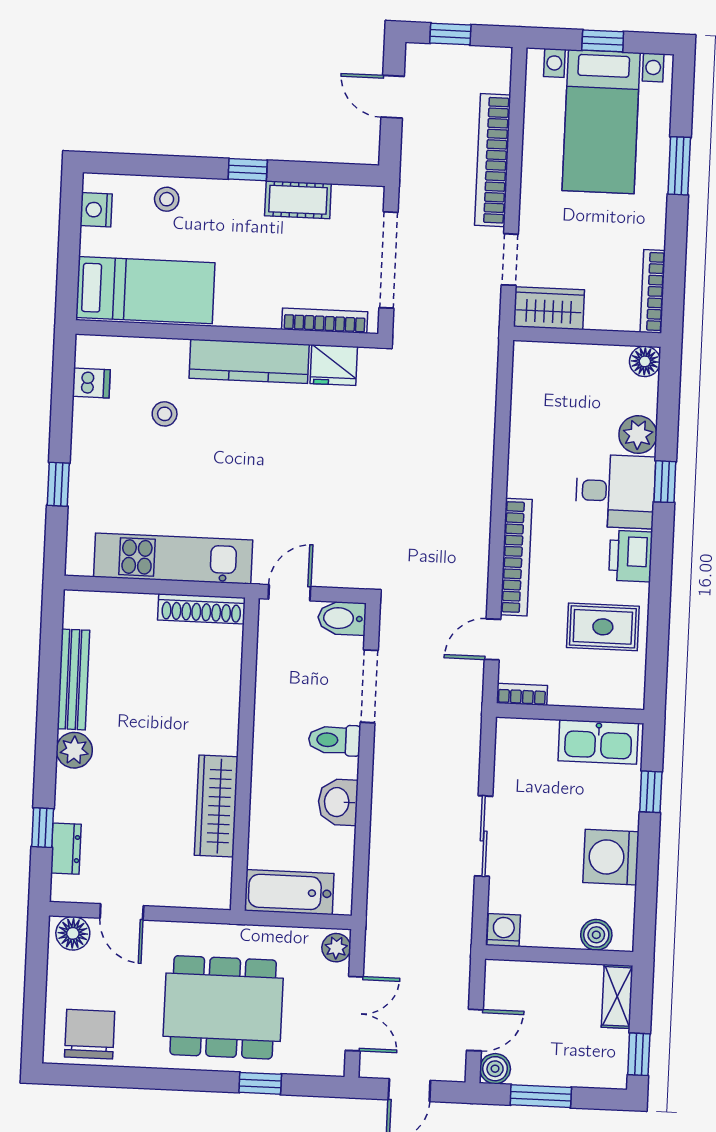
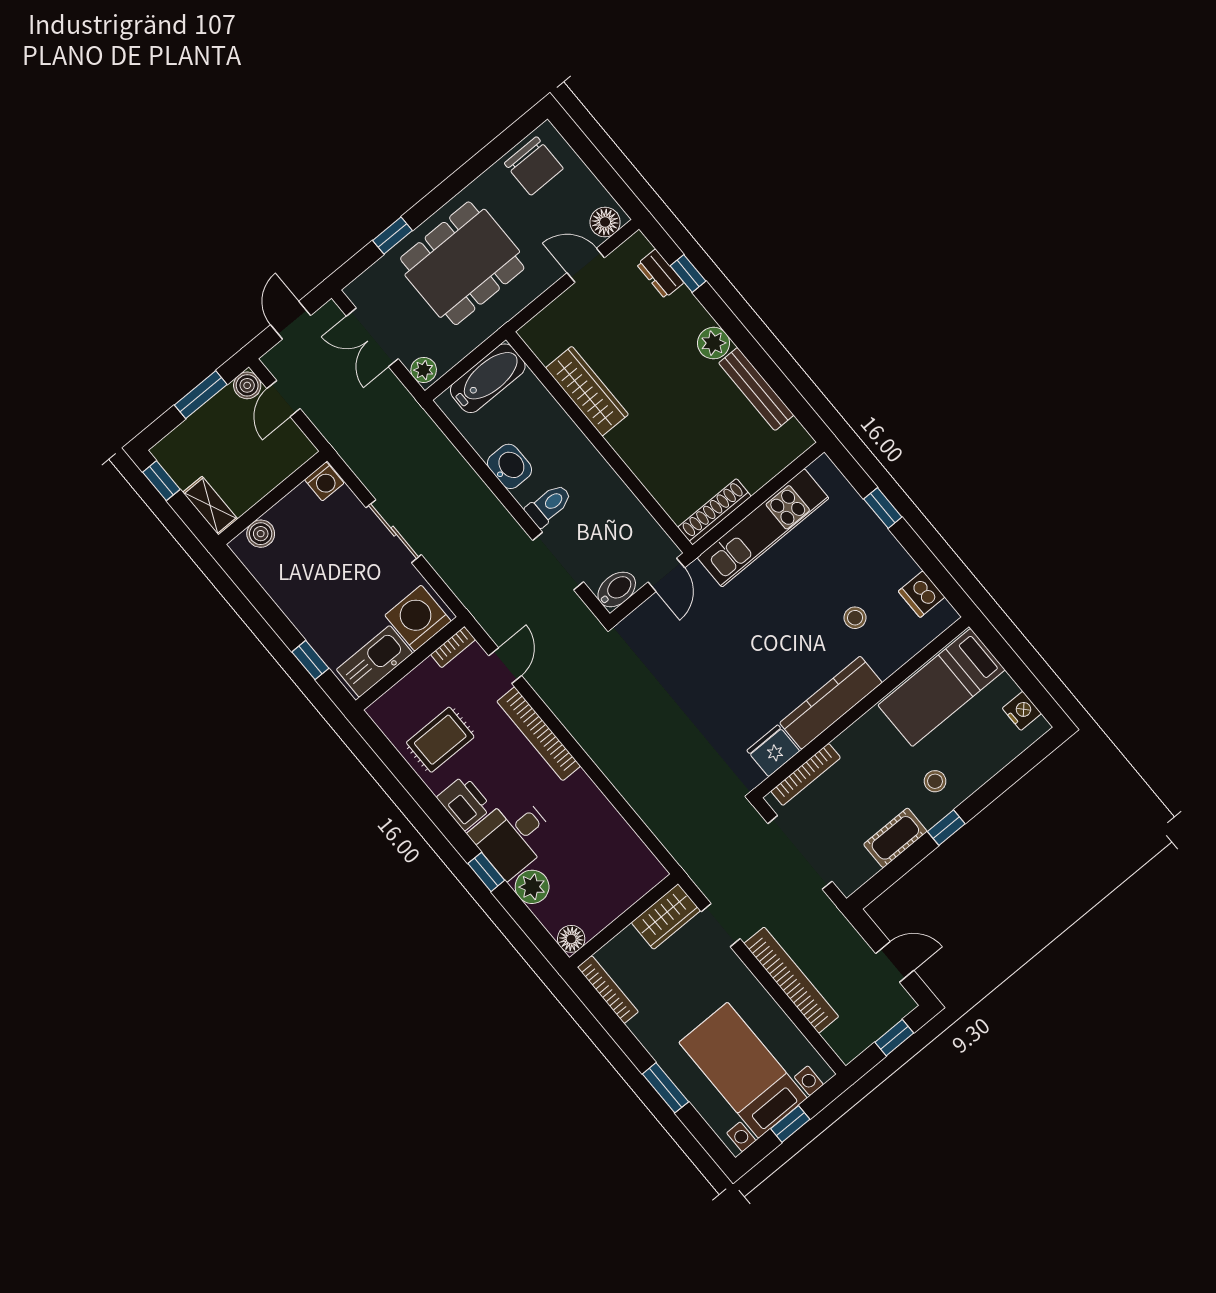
stool: (167, 199) -> (935, 781), moved
dishwasher: (91, 383) -> (922, 594), width x1.38
washing machine: (611, 857) -> (418, 618), moved, turned -90

